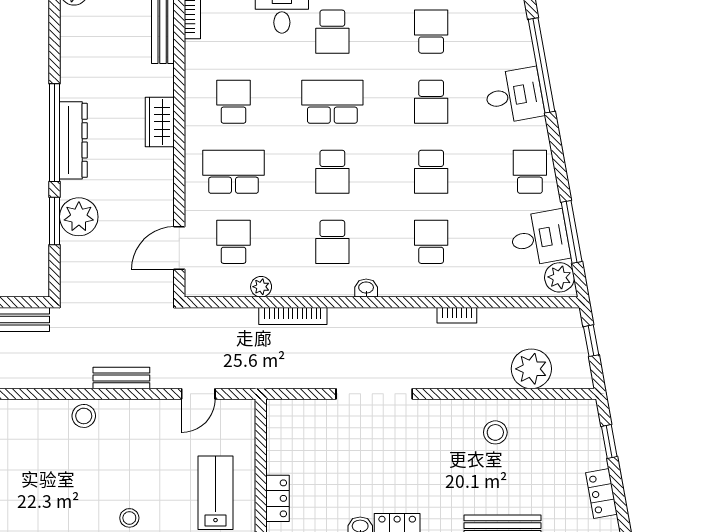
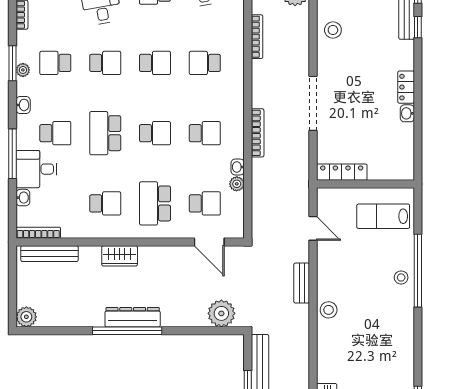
school desk: (234, 102) -> (105, 203), turned 180
plant: (79, 217) -> (221, 313), moved
window: (54, 221) -> (190, 331), removed
school desk: (234, 242) -> (205, 203), turned 180
washbasin: (366, 288) -> (238, 167), moved
bookcase: (457, 315) -> (257, 37), width x1.56
bookcase: (293, 316) -> (258, 133), moved
stool: (495, 432) -> (333, 30), moved
locker: (278, 498) -> (342, 172), moved, width x1.53

